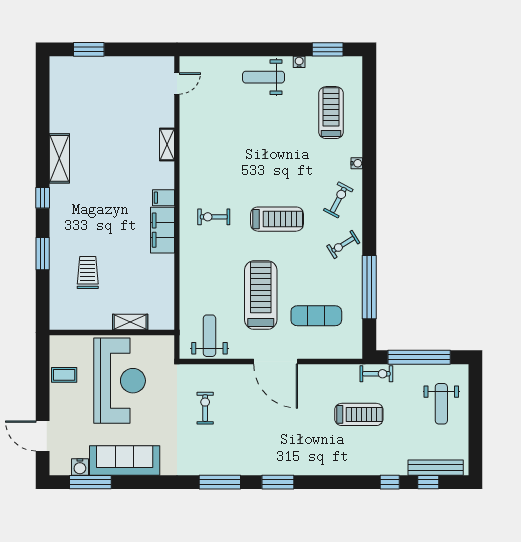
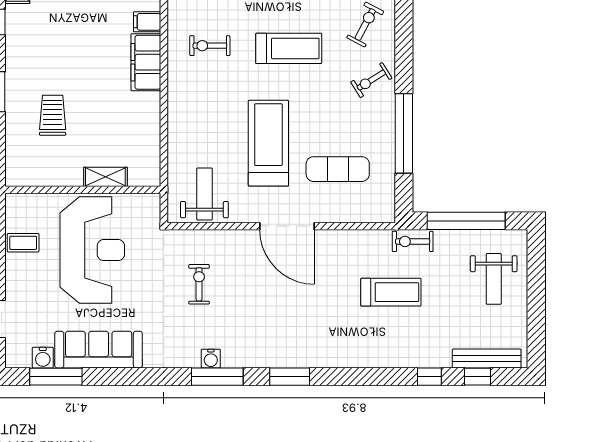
exercise bike: (376, 374) -> (413, 241), turned 180
water cooler: (215, 468) -> (211, 359), added

